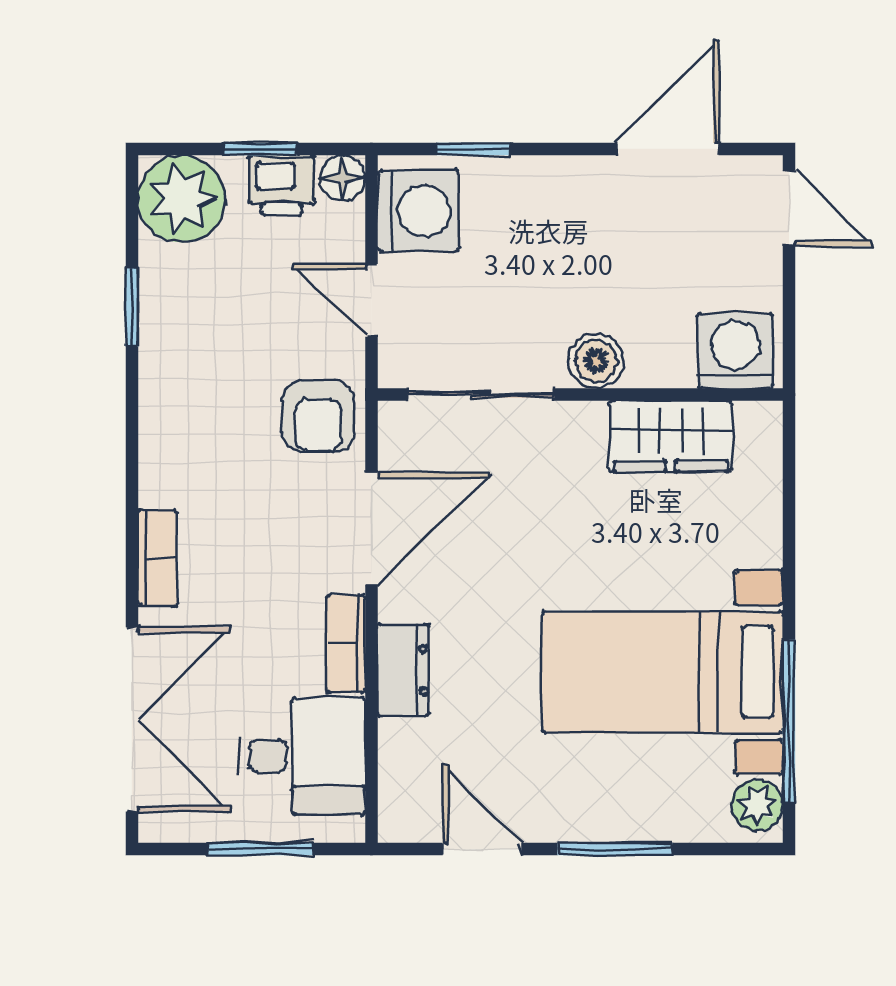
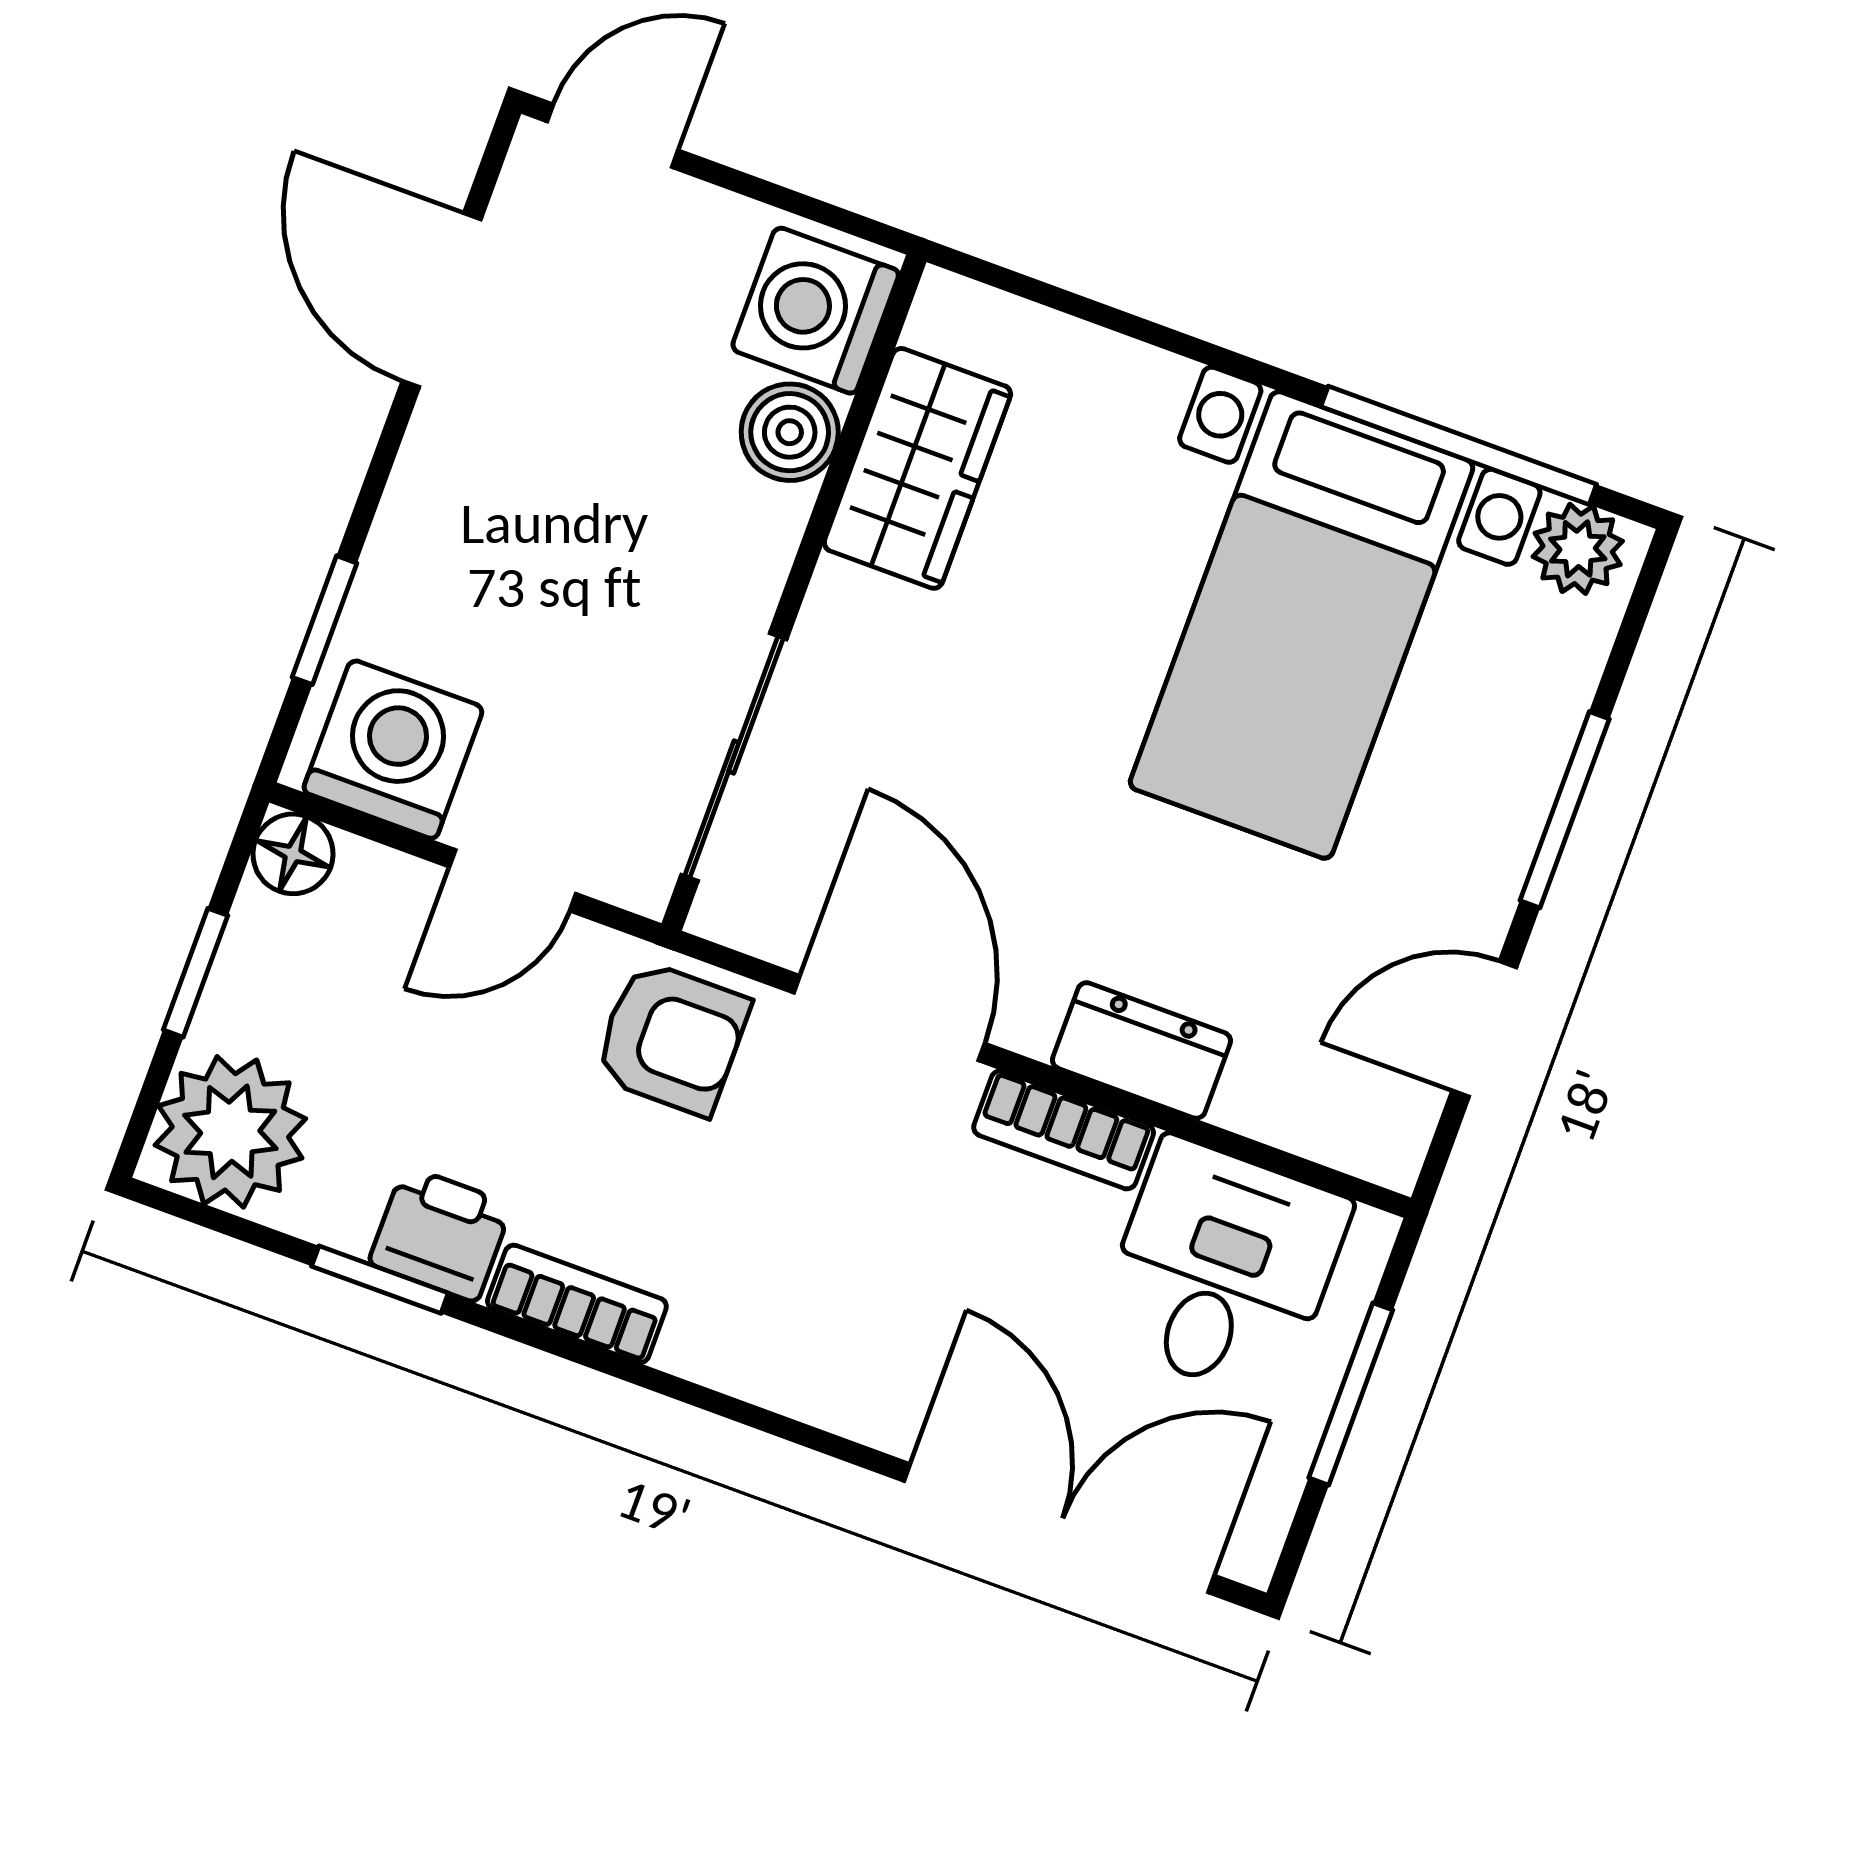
printer: (282, 185) -> (440, 1234), moved, turned -90
boiler: (596, 361) -> (790, 432), moved
bookcase: (158, 558) -> (577, 1304), moved

